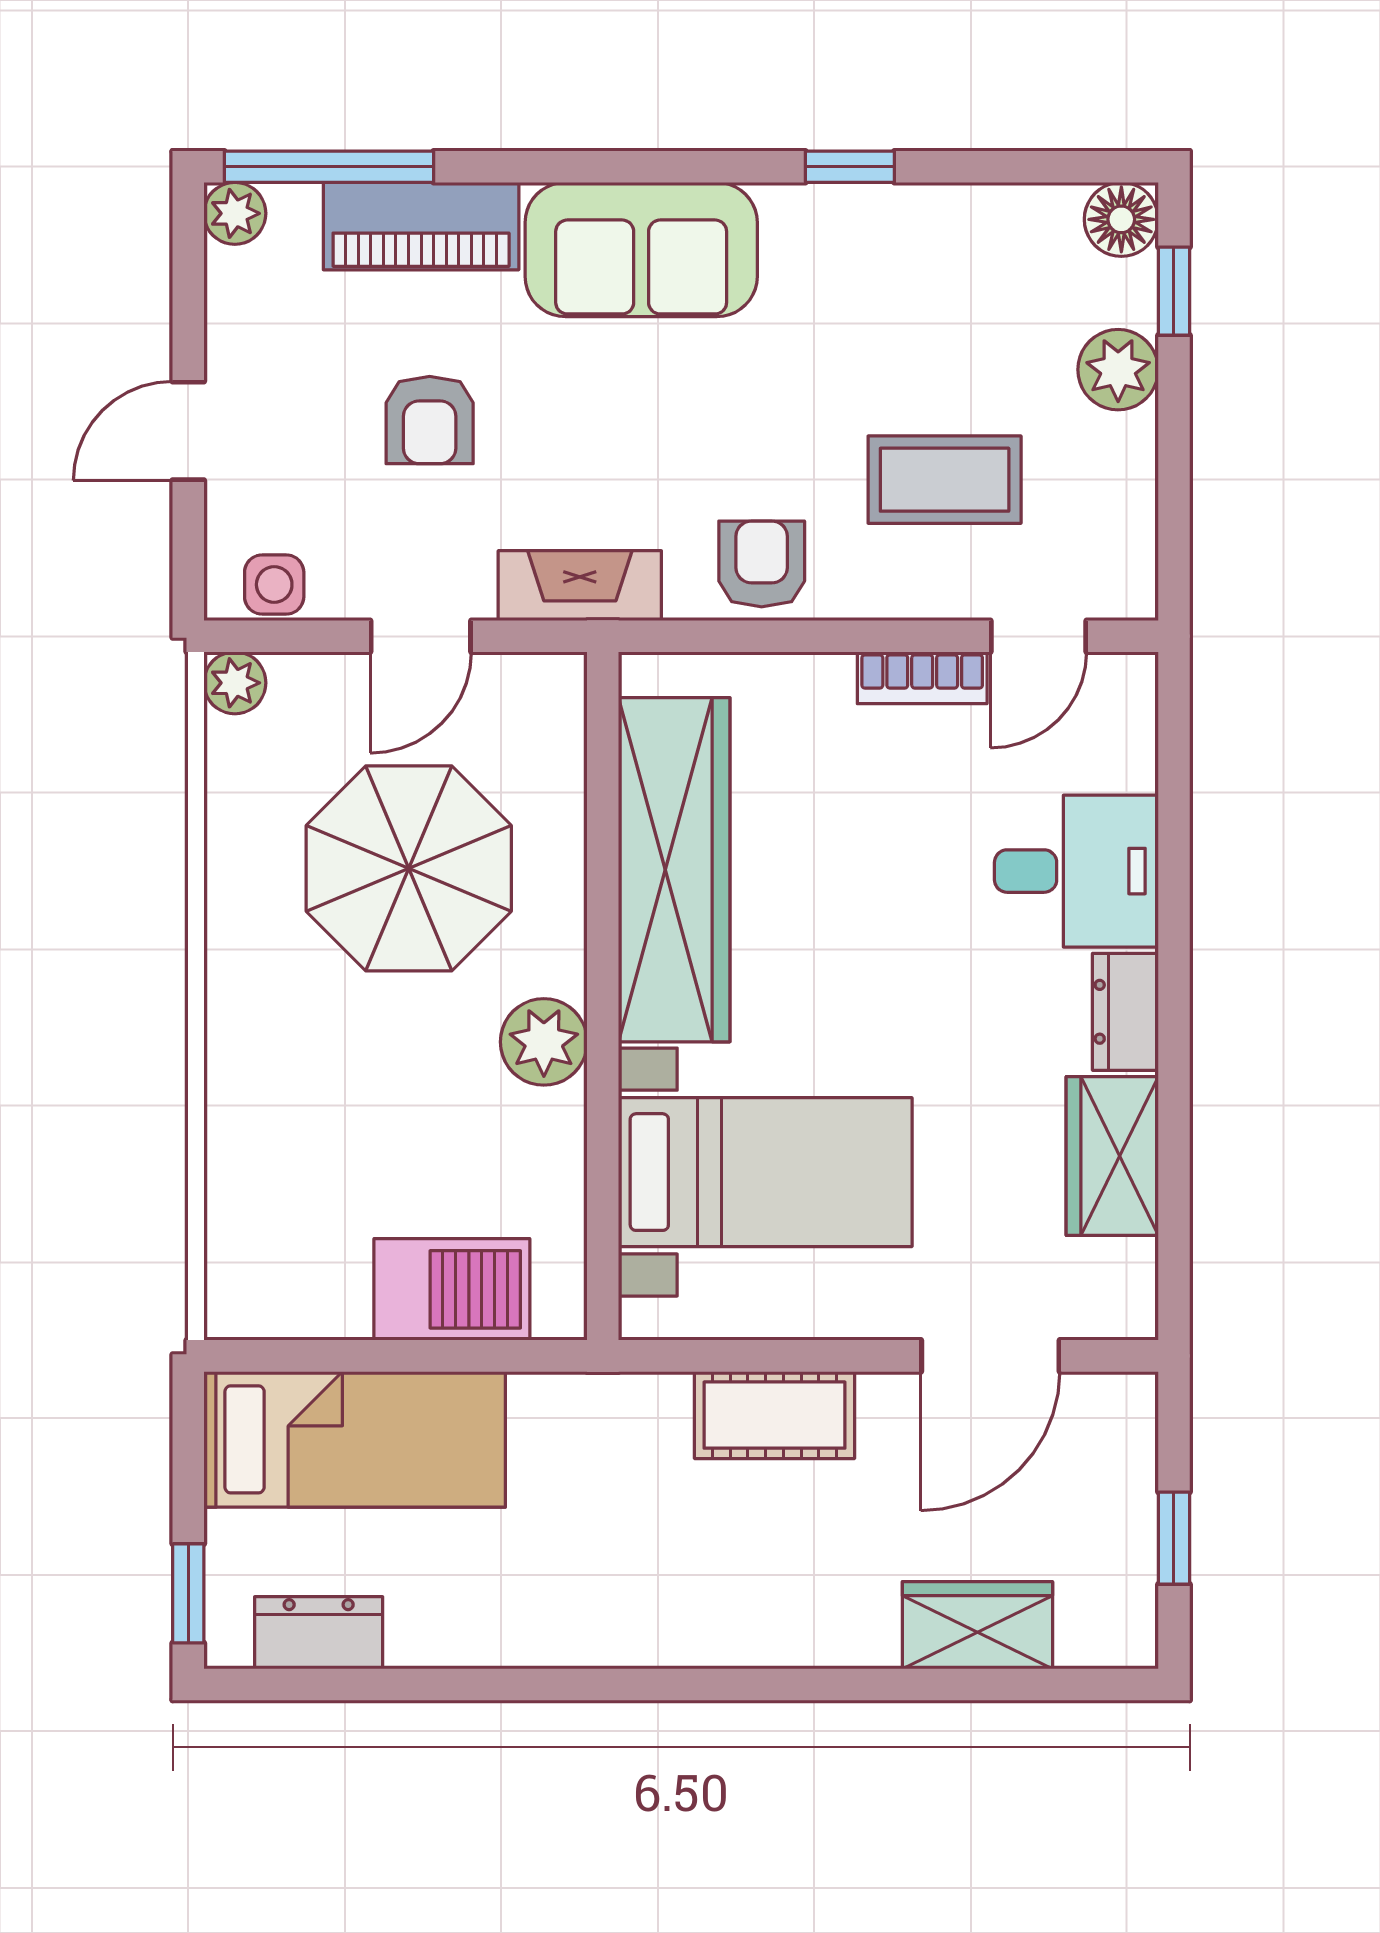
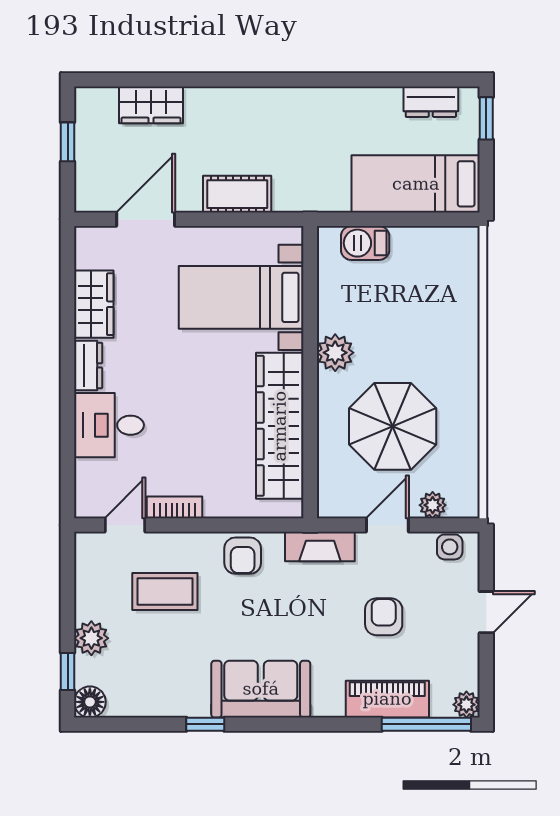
sofa: (641, 250) -> (261, 689), moved
plant: (235, 683) -> (433, 505), moved
barbecue: (452, 1289) -> (365, 243), width x0.73, depth x0.79

